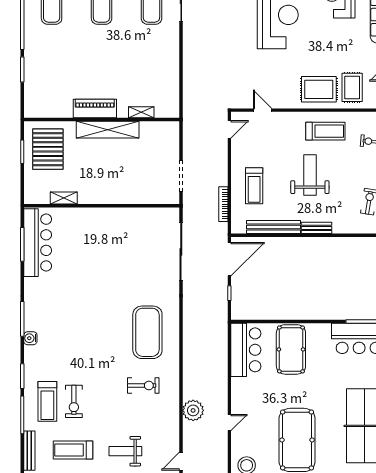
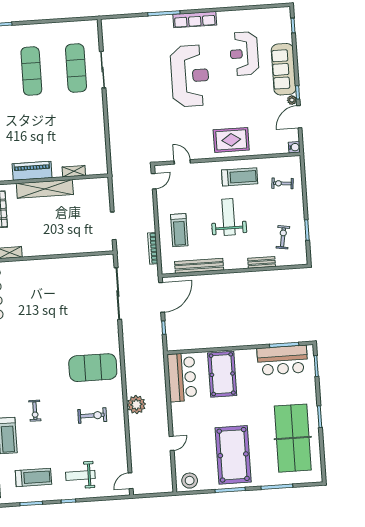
rug: (352, 87) -> (261, 136), removed
bench: (316, 228) -> (262, 262), moved
exercise mat: (147, 332) -> (93, 368), turned 90
exercise bike: (74, 401) -> (35, 411), moved, width x0.73, depth x0.72
plant: (193, 410) -> (136, 405), moved
treadmill: (73, 450) -> (33, 477), turned 180

